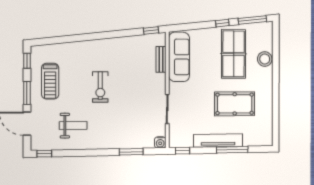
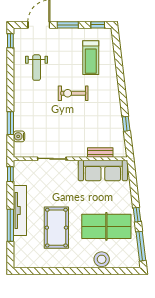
window: (151, 30) -> (126, 124), moved
treadmill: (50, 81) -> (91, 58), moved, turned -90
water cooler: (160, 142) -> (19, 136), moved

